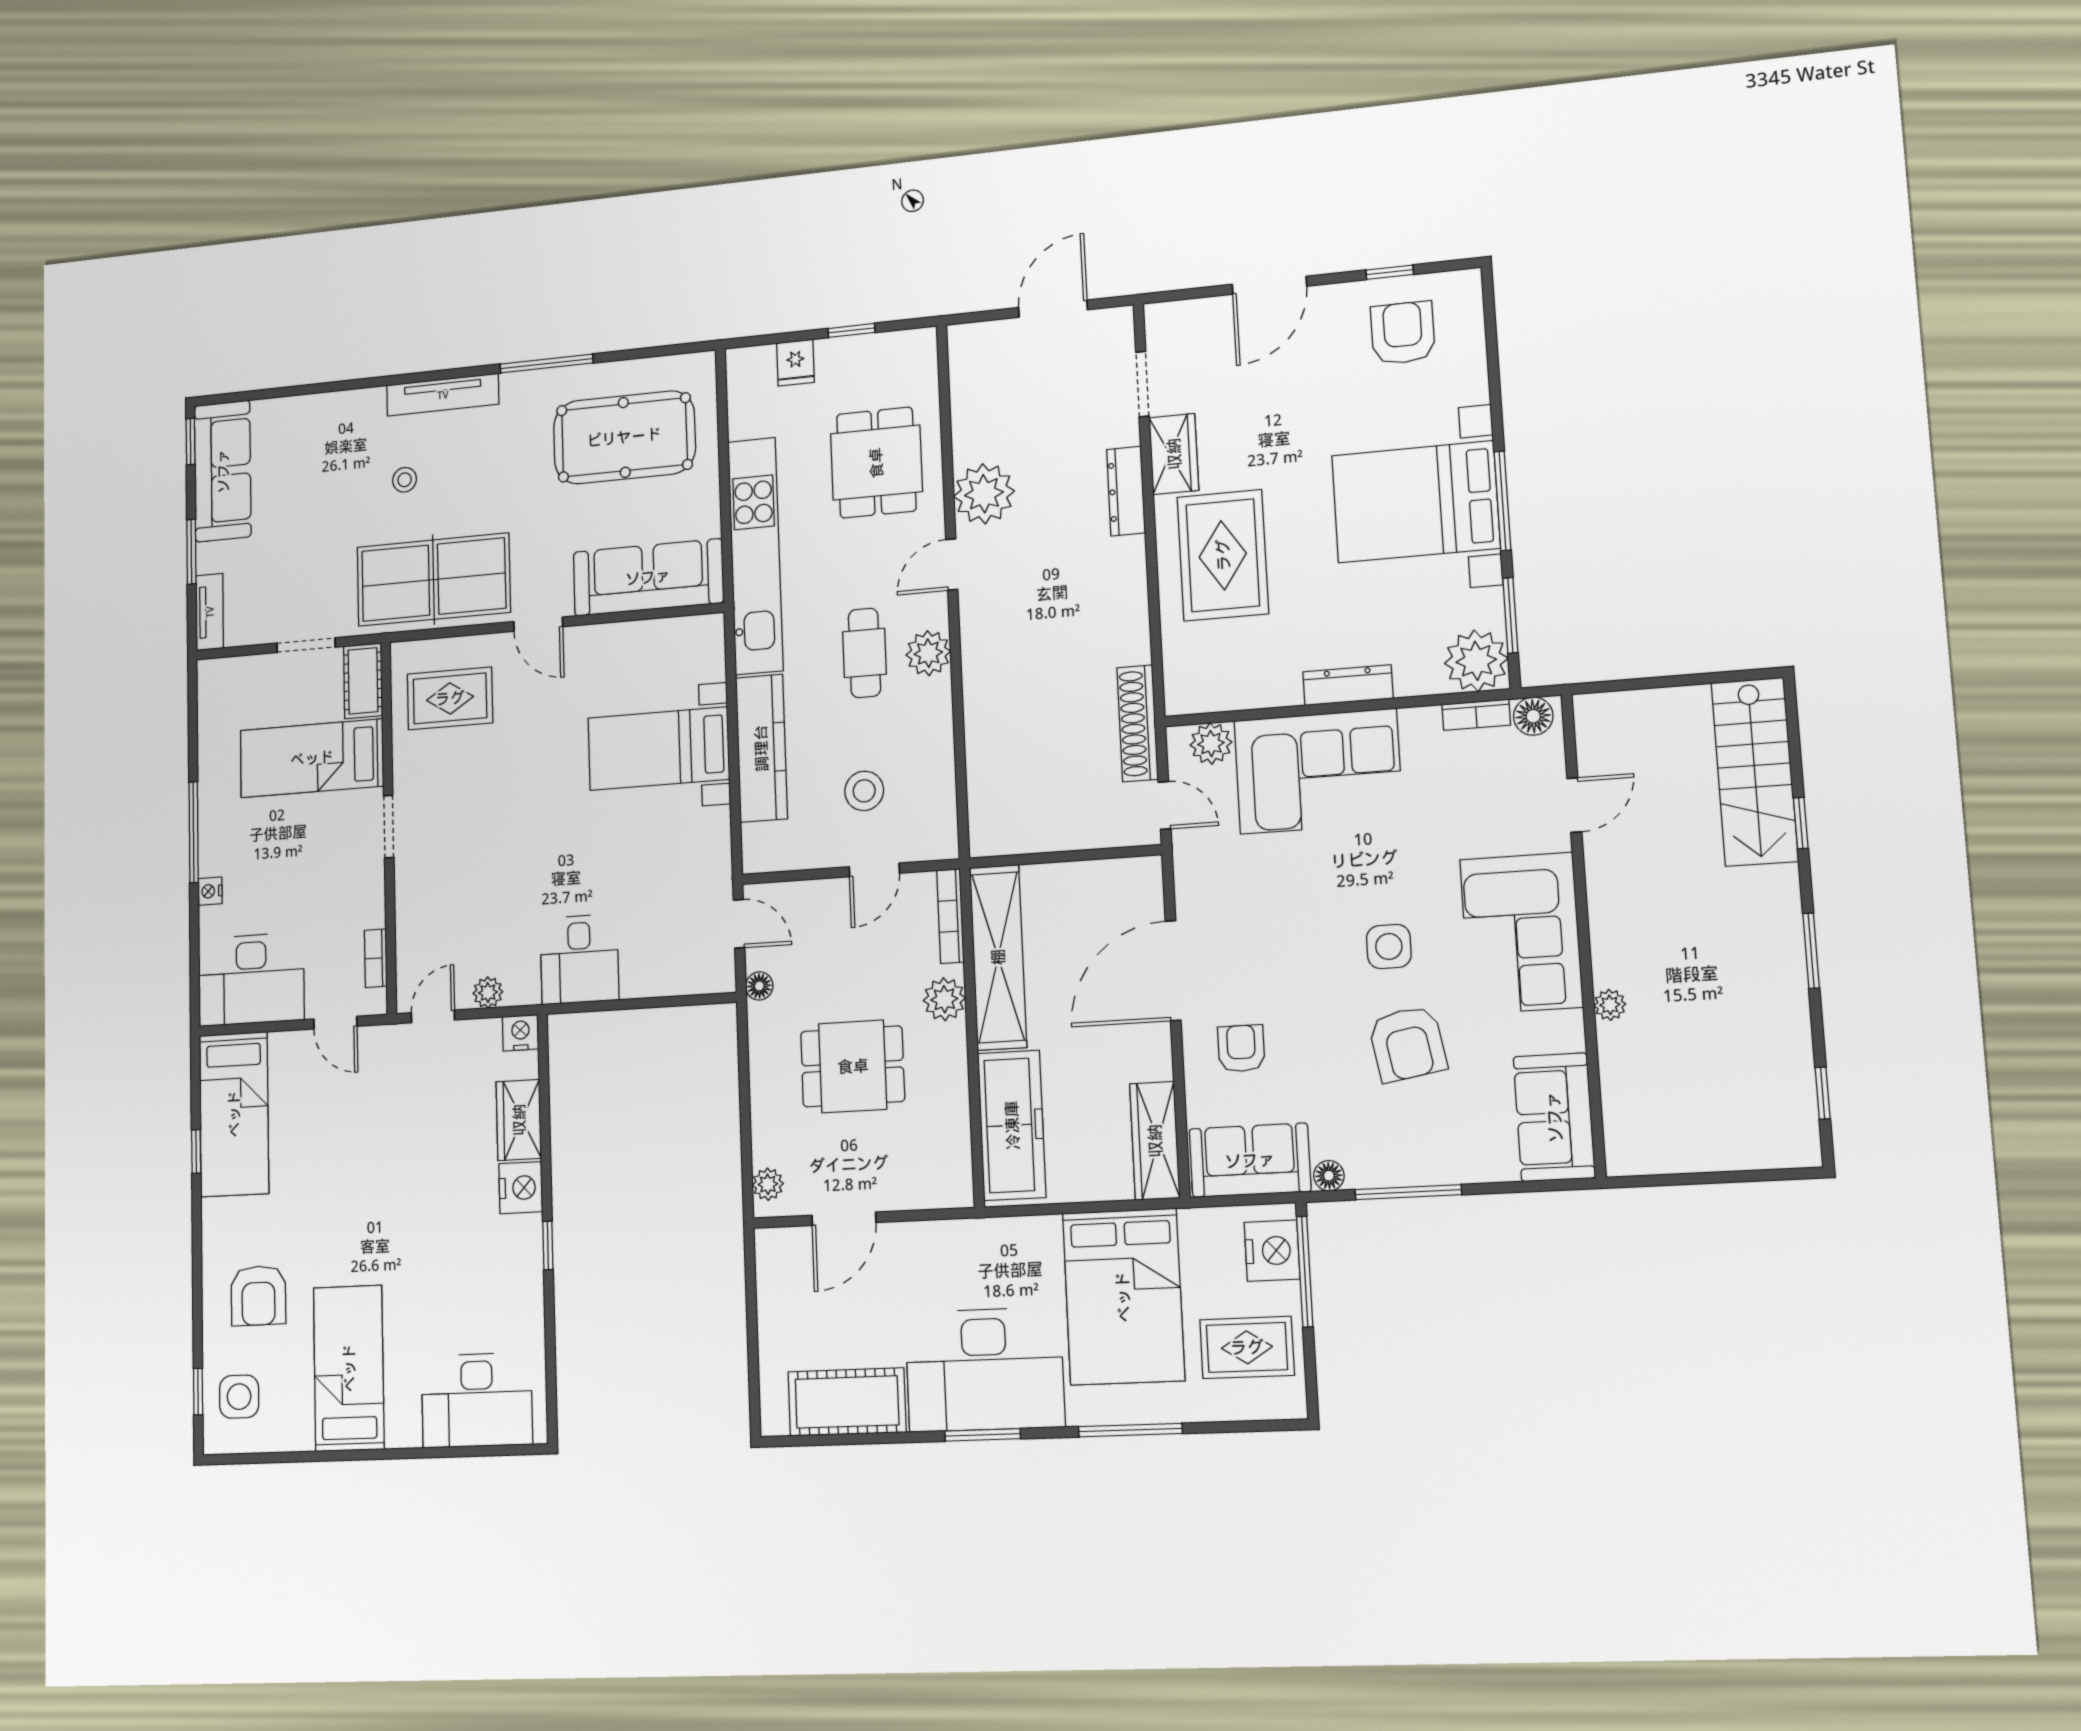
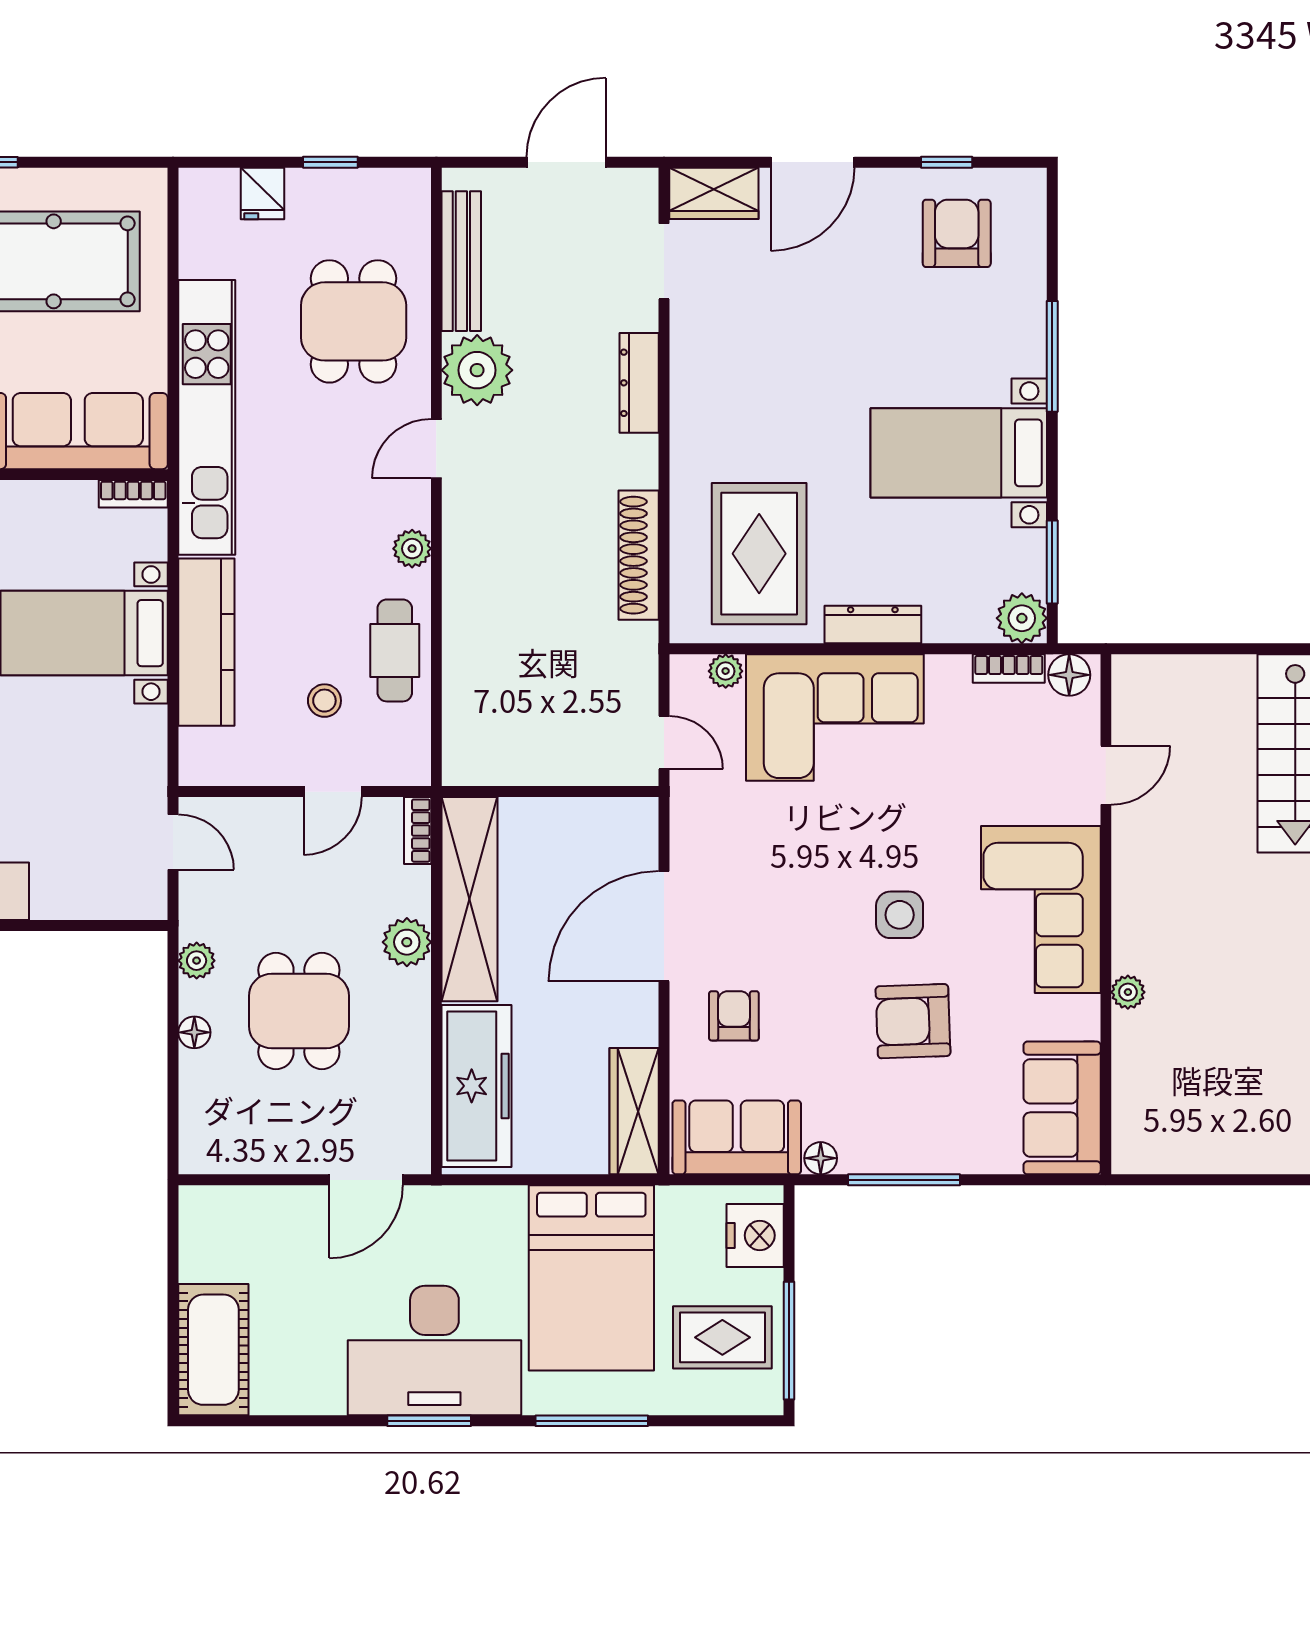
bench: (966, 402) -> (461, 261), added
wardrobe: (1174, 454) -> (714, 193), moved, turned 90
window: (1502, 501) -> (1052, 356), moved
bed with nightstands: (1416, 502) -> (959, 453), width x0.73
rug: (1223, 555) -> (759, 554), moved
bookcase: (696, 626) -> (133, 494), added
cafe table: (865, 653) -> (395, 650), moved
plant: (928, 653) -> (412, 549), width x0.73, depth x0.73
plant: (1476, 661) -> (1022, 618), width x0.73, depth x0.73
shoe rack: (1137, 723) -> (639, 555), moved
plant: (1211, 744) -> (726, 671), width x0.73, depth x0.73
stool: (864, 791) -> (324, 701), width x0.73, depth x0.73
bookcase: (950, 916) -> (418, 831), width x0.64
floor lamp: (759, 986) -> (194, 1032), moved
armchair: (1408, 1044) -> (913, 1021), turned 98
dining table: (853, 1066) -> (299, 1011), turned 90
plant: (768, 1184) -> (197, 961), moved
door: (844, 1219) -> (366, 1180), moved
window: (1305, 1272) -> (789, 1341), moved
cot: (847, 1402) -> (213, 1350), moved, turned 90

